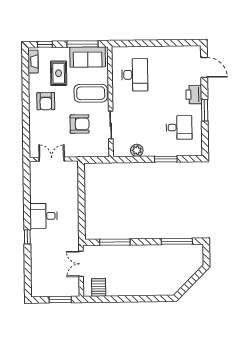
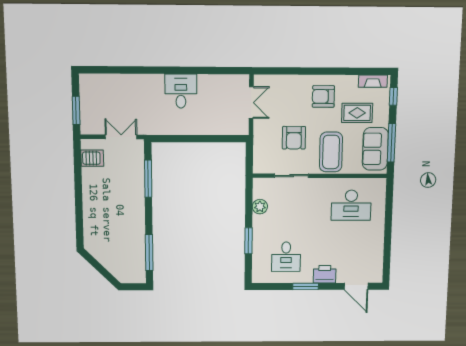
door: (204, 67) -> (356, 286), hinge flipped
window: (27, 237) -> (155, 70), removed

